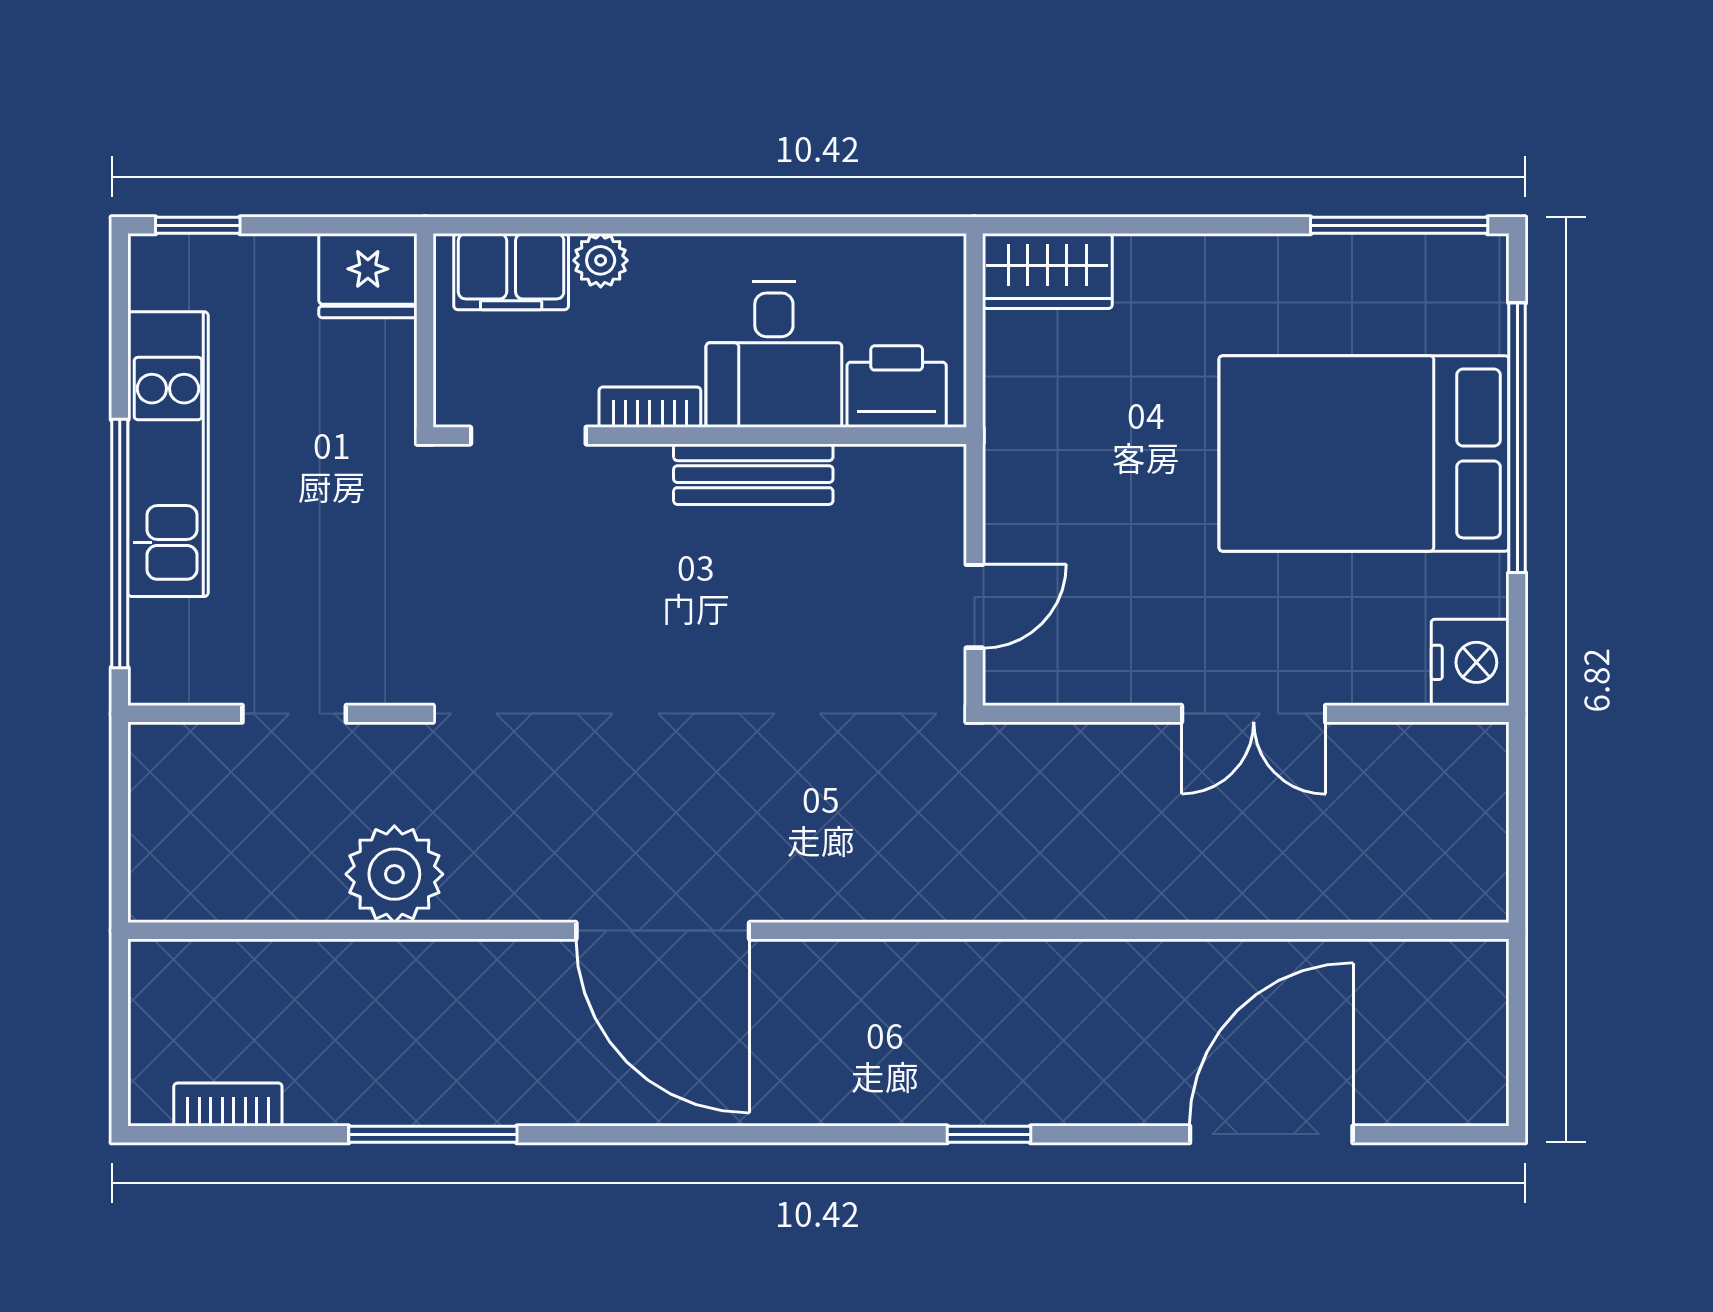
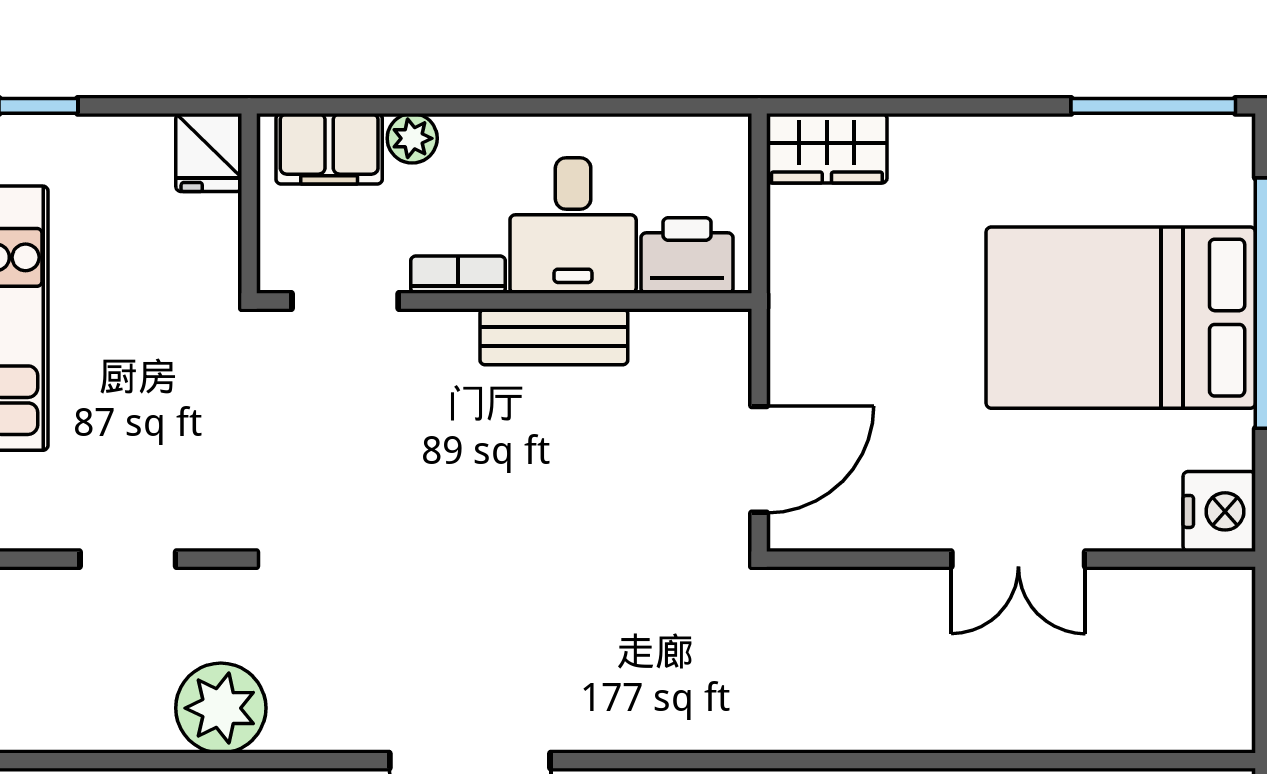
fridge: (368, 276) -> (209, 153), width x0.72
door: (974, 606) -> (759, 459), width x1.38

